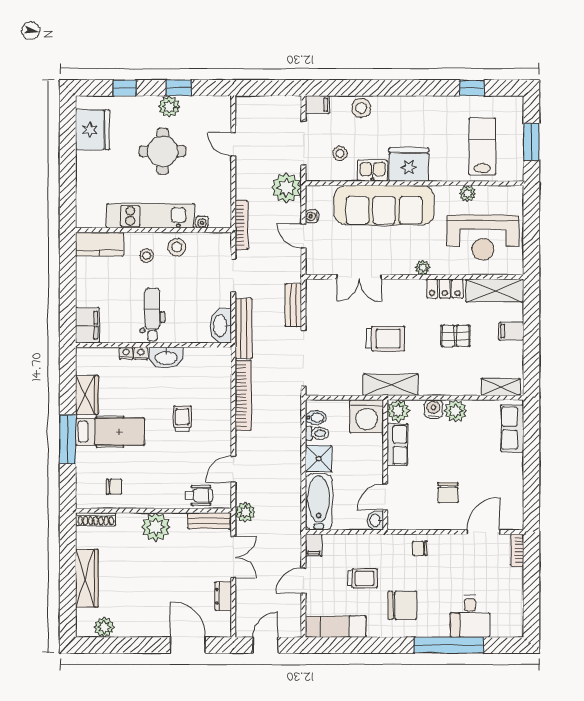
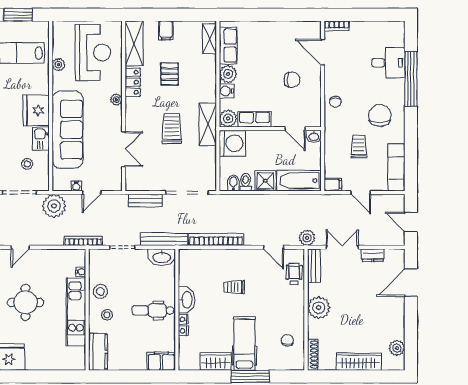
row of seats: (512, 428) -> (228, 46), moved, turned -90

